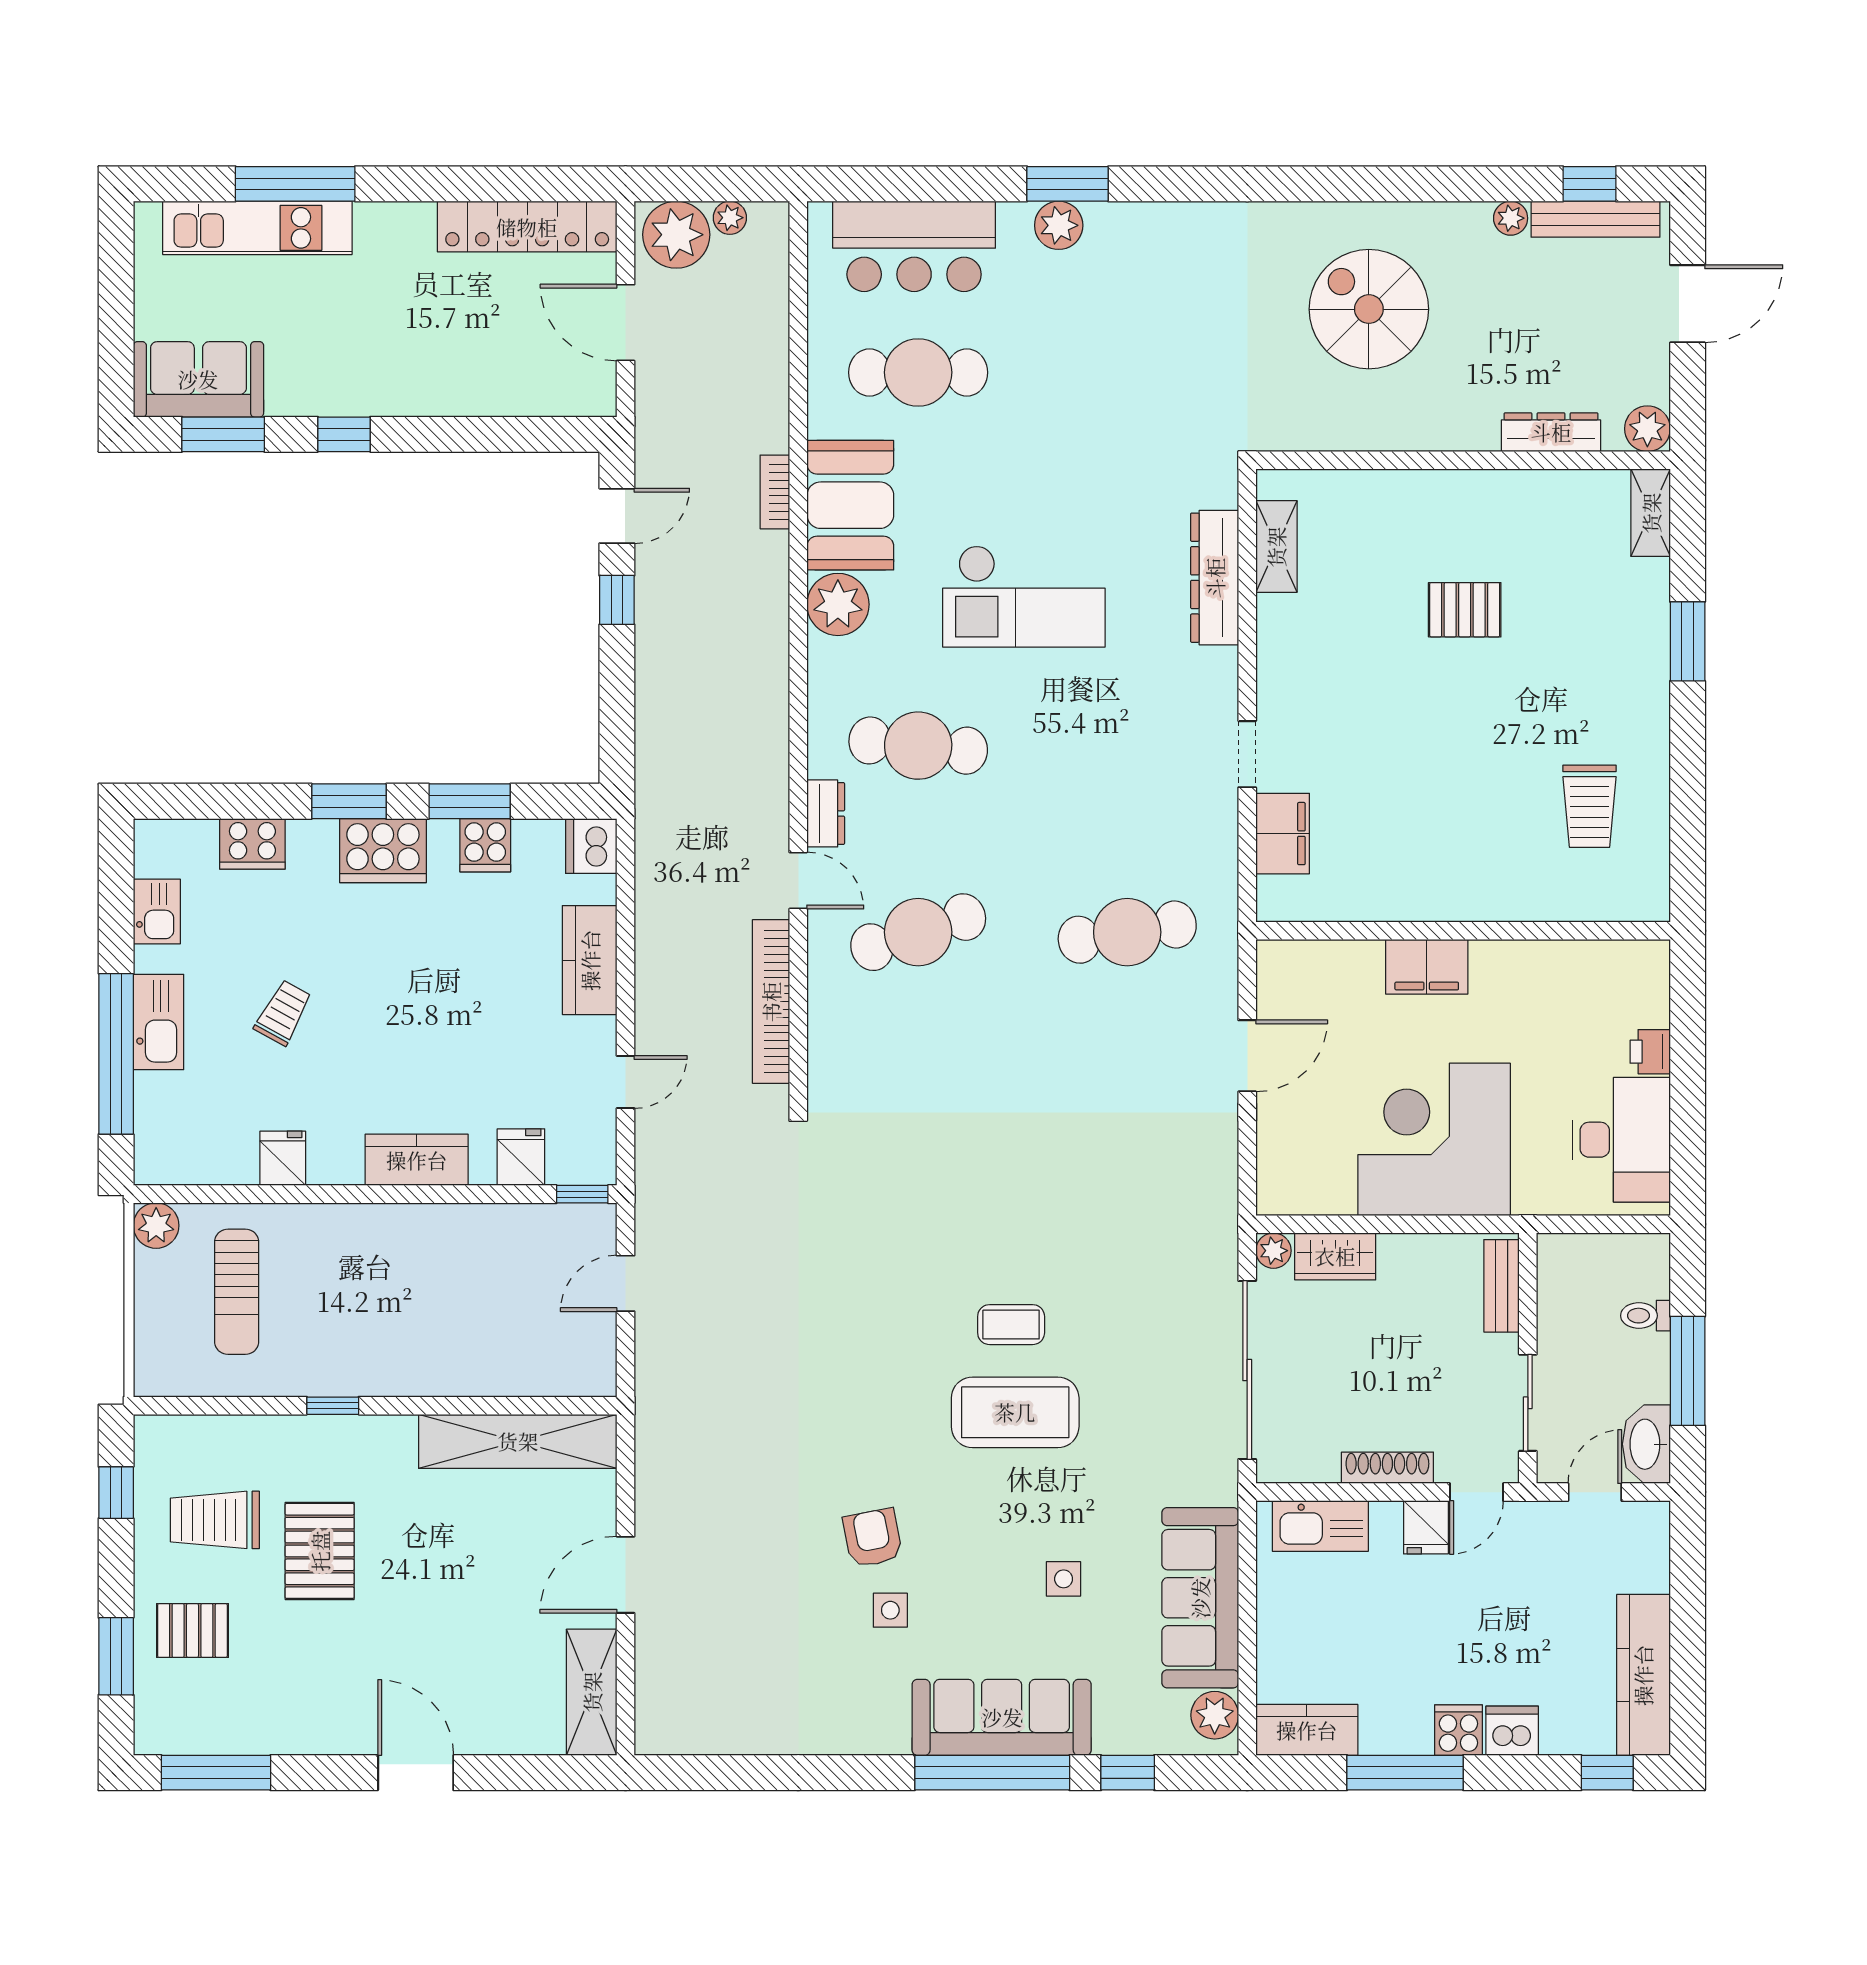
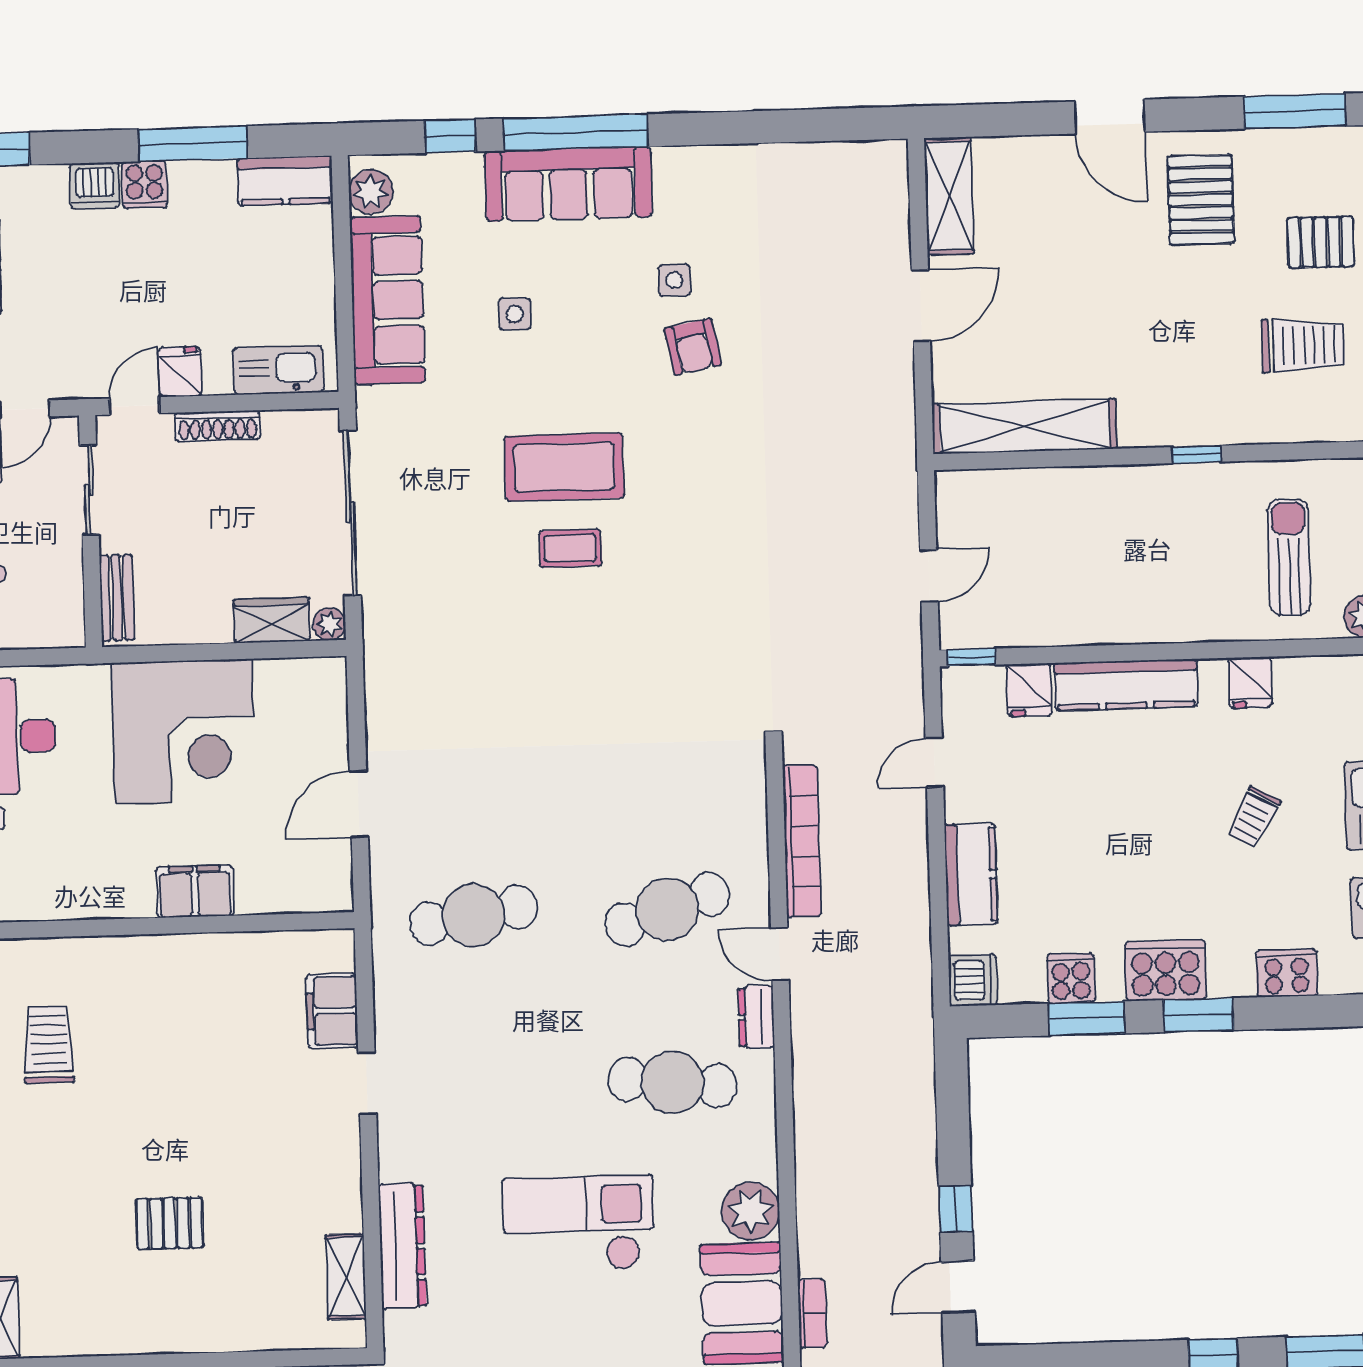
kitchen counter: (417, 1160) -> (1126, 685), width x1.50
pallet: (320, 1551) -> (1201, 200), moved

